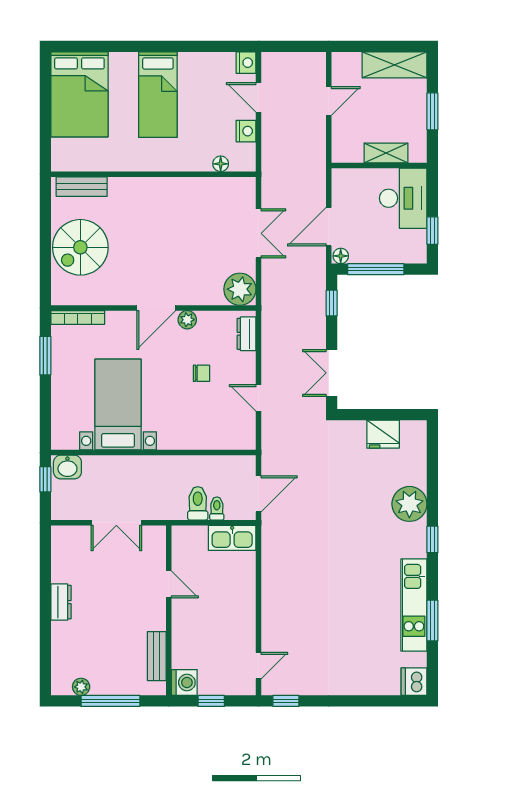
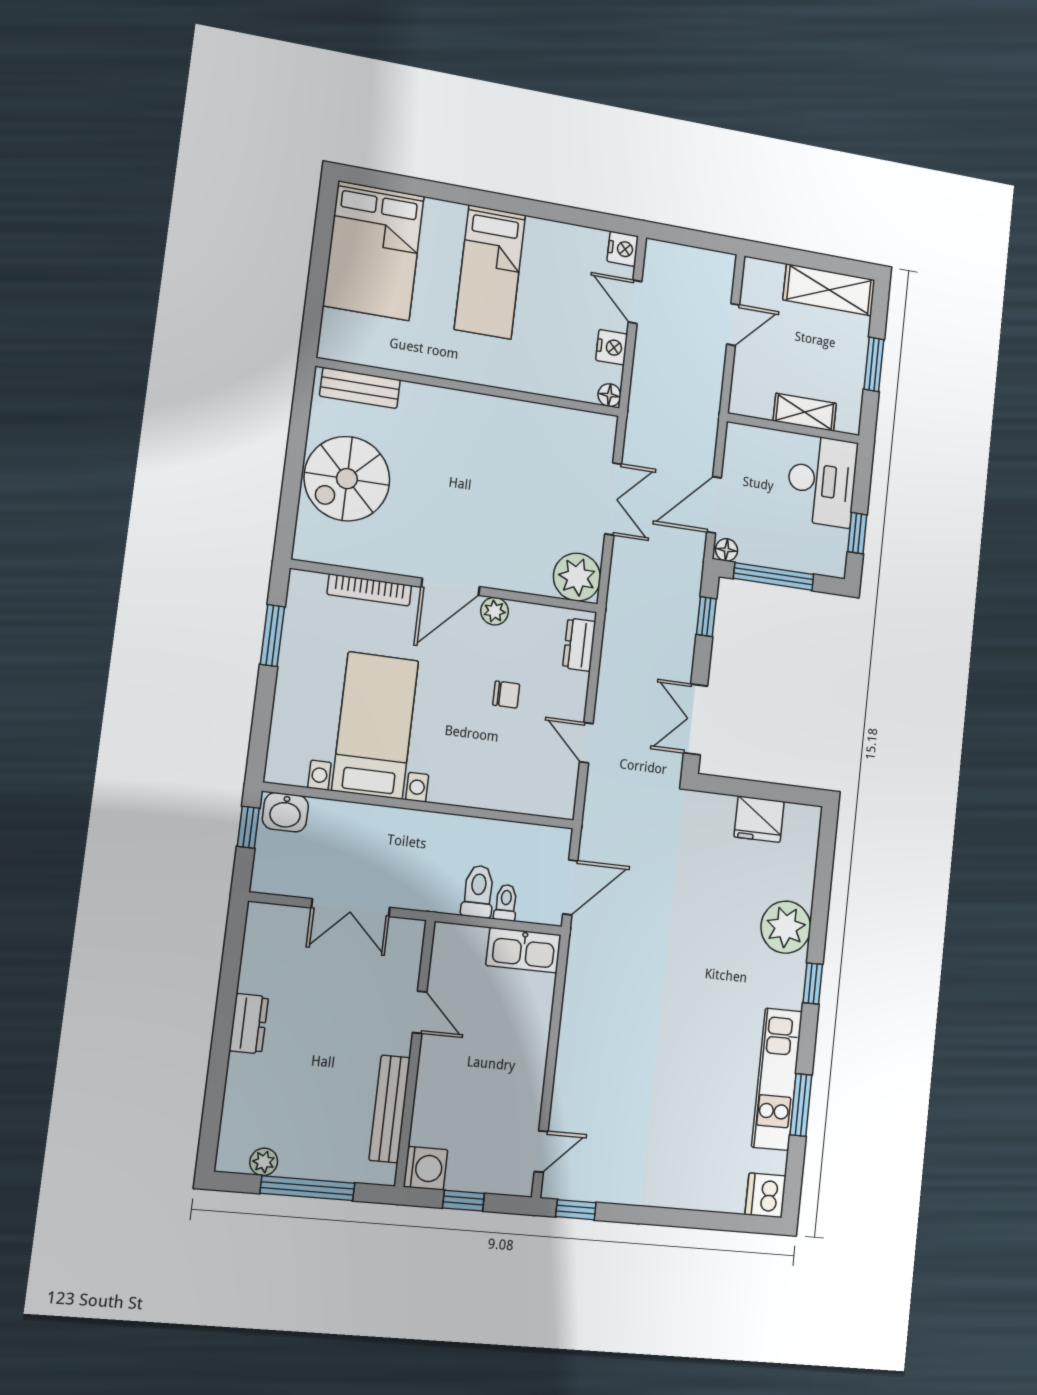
floor lamp: (221, 164) -> (609, 395), moved
bookcase: (78, 317) -> (369, 590), moved
bench: (157, 656) -> (390, 1109), width x1.36

